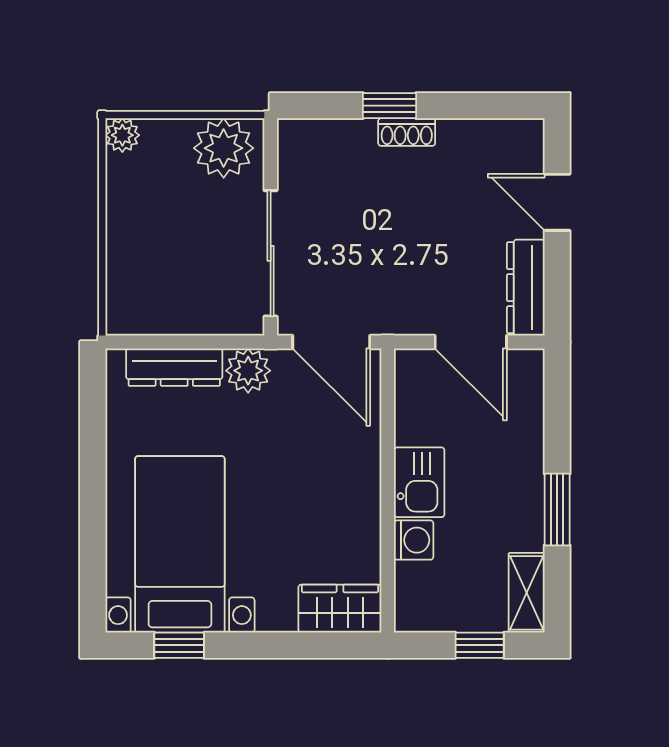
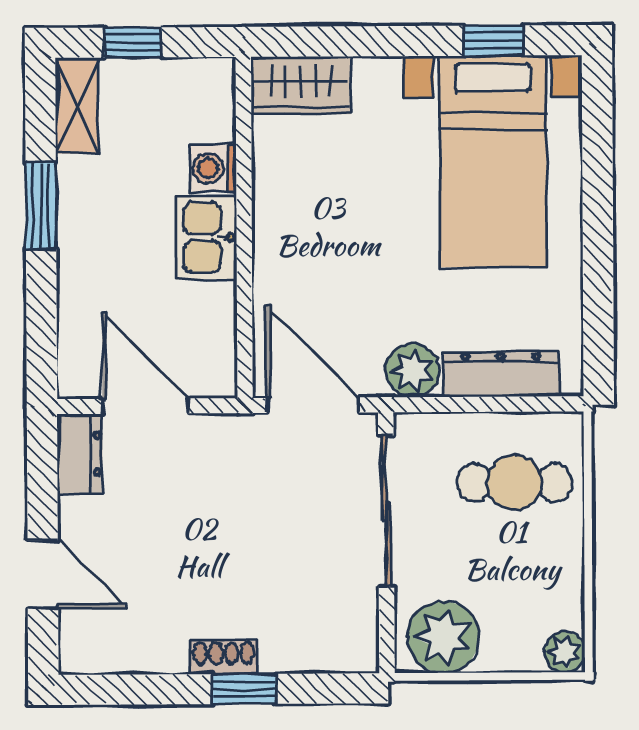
cafe table: (163, 277) -> (515, 483), added
dresser: (526, 288) -> (80, 454), width x0.70

